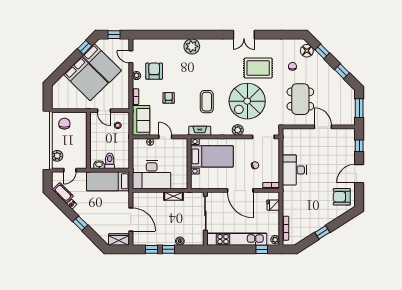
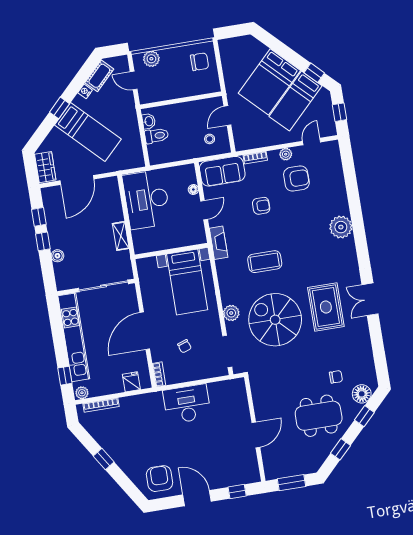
rug: (258, 68) -> (326, 307), moved
dining table: (300, 99) -> (319, 416), moved
fireplace: (200, 131) -> (219, 243), moved
bed: (108, 181) -> (88, 132), moved, turned 135

